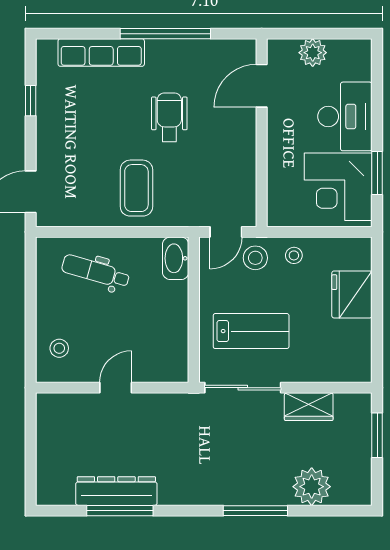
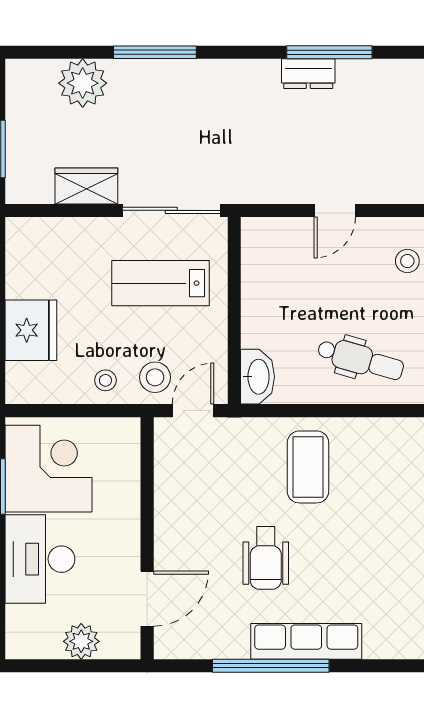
row of seats: (101, 53) -> (306, 641), moved
dresser: (116, 491) -> (308, 74), width x0.51, depth x0.80

